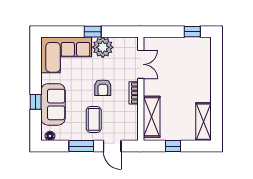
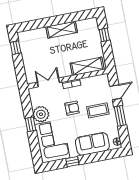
window: (36, 102) -> (72, 162), moved
shelving: (204, 122) -> (62, 30), moved
window: (173, 146) -> (104, 35), moved

